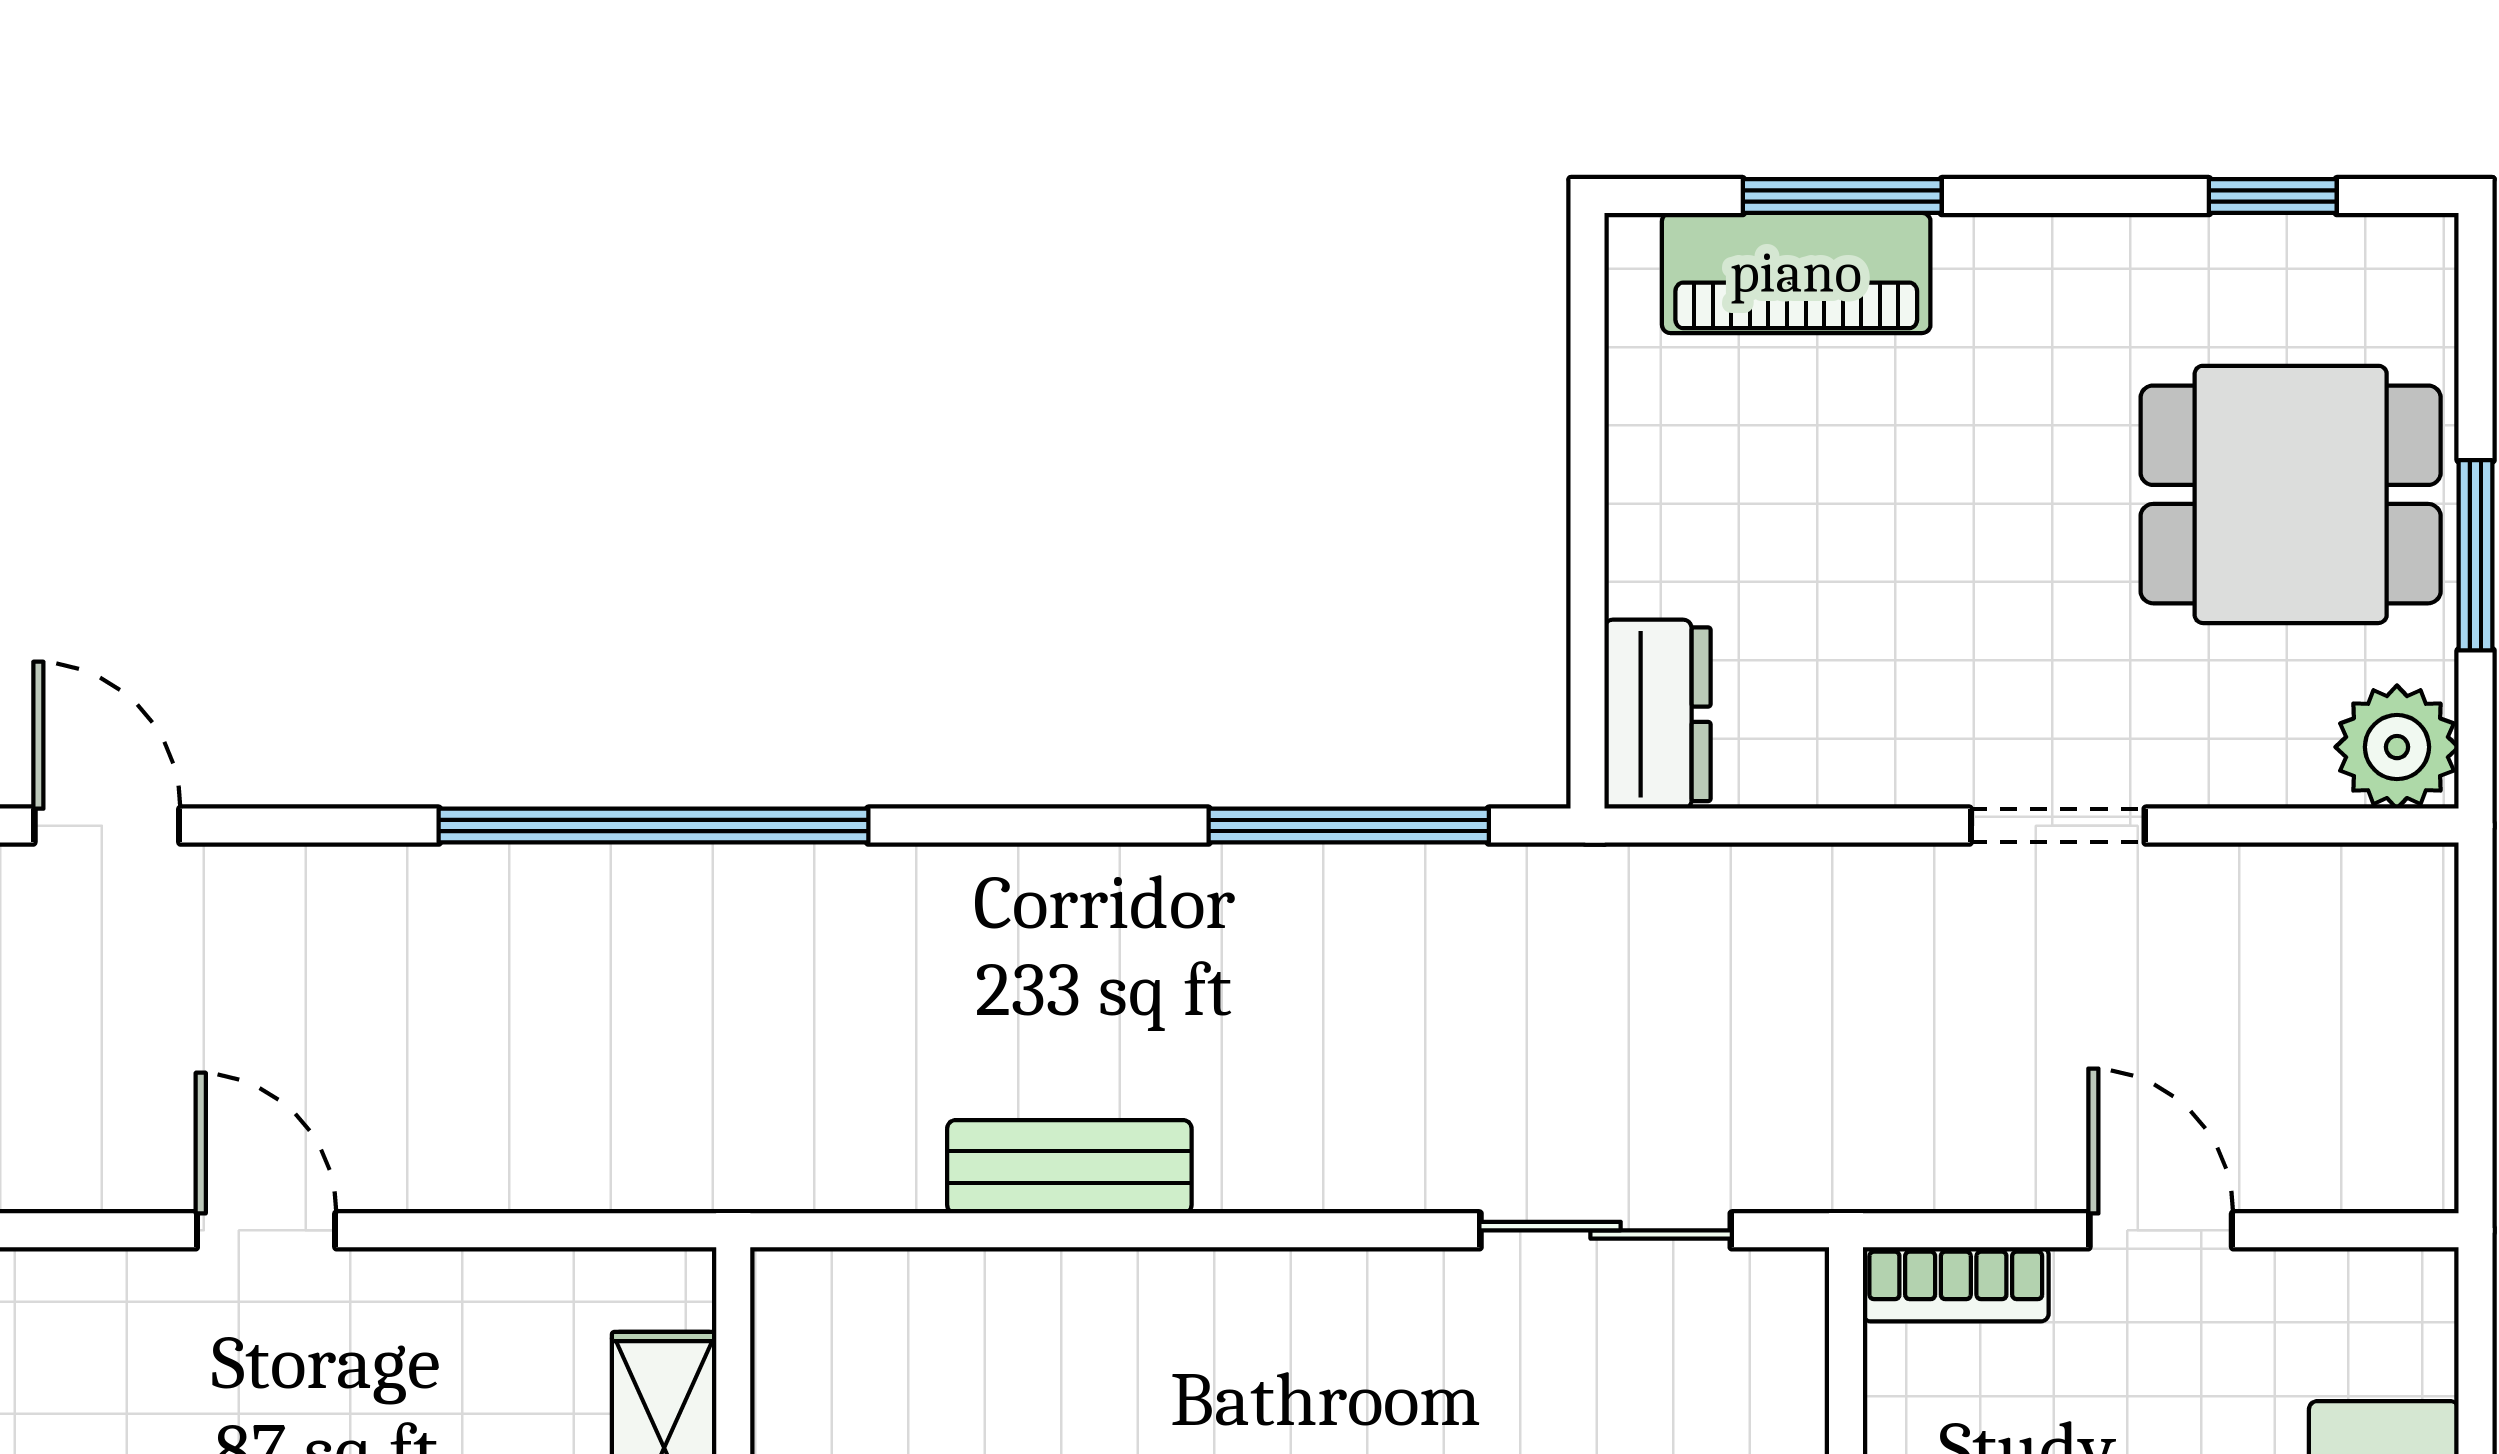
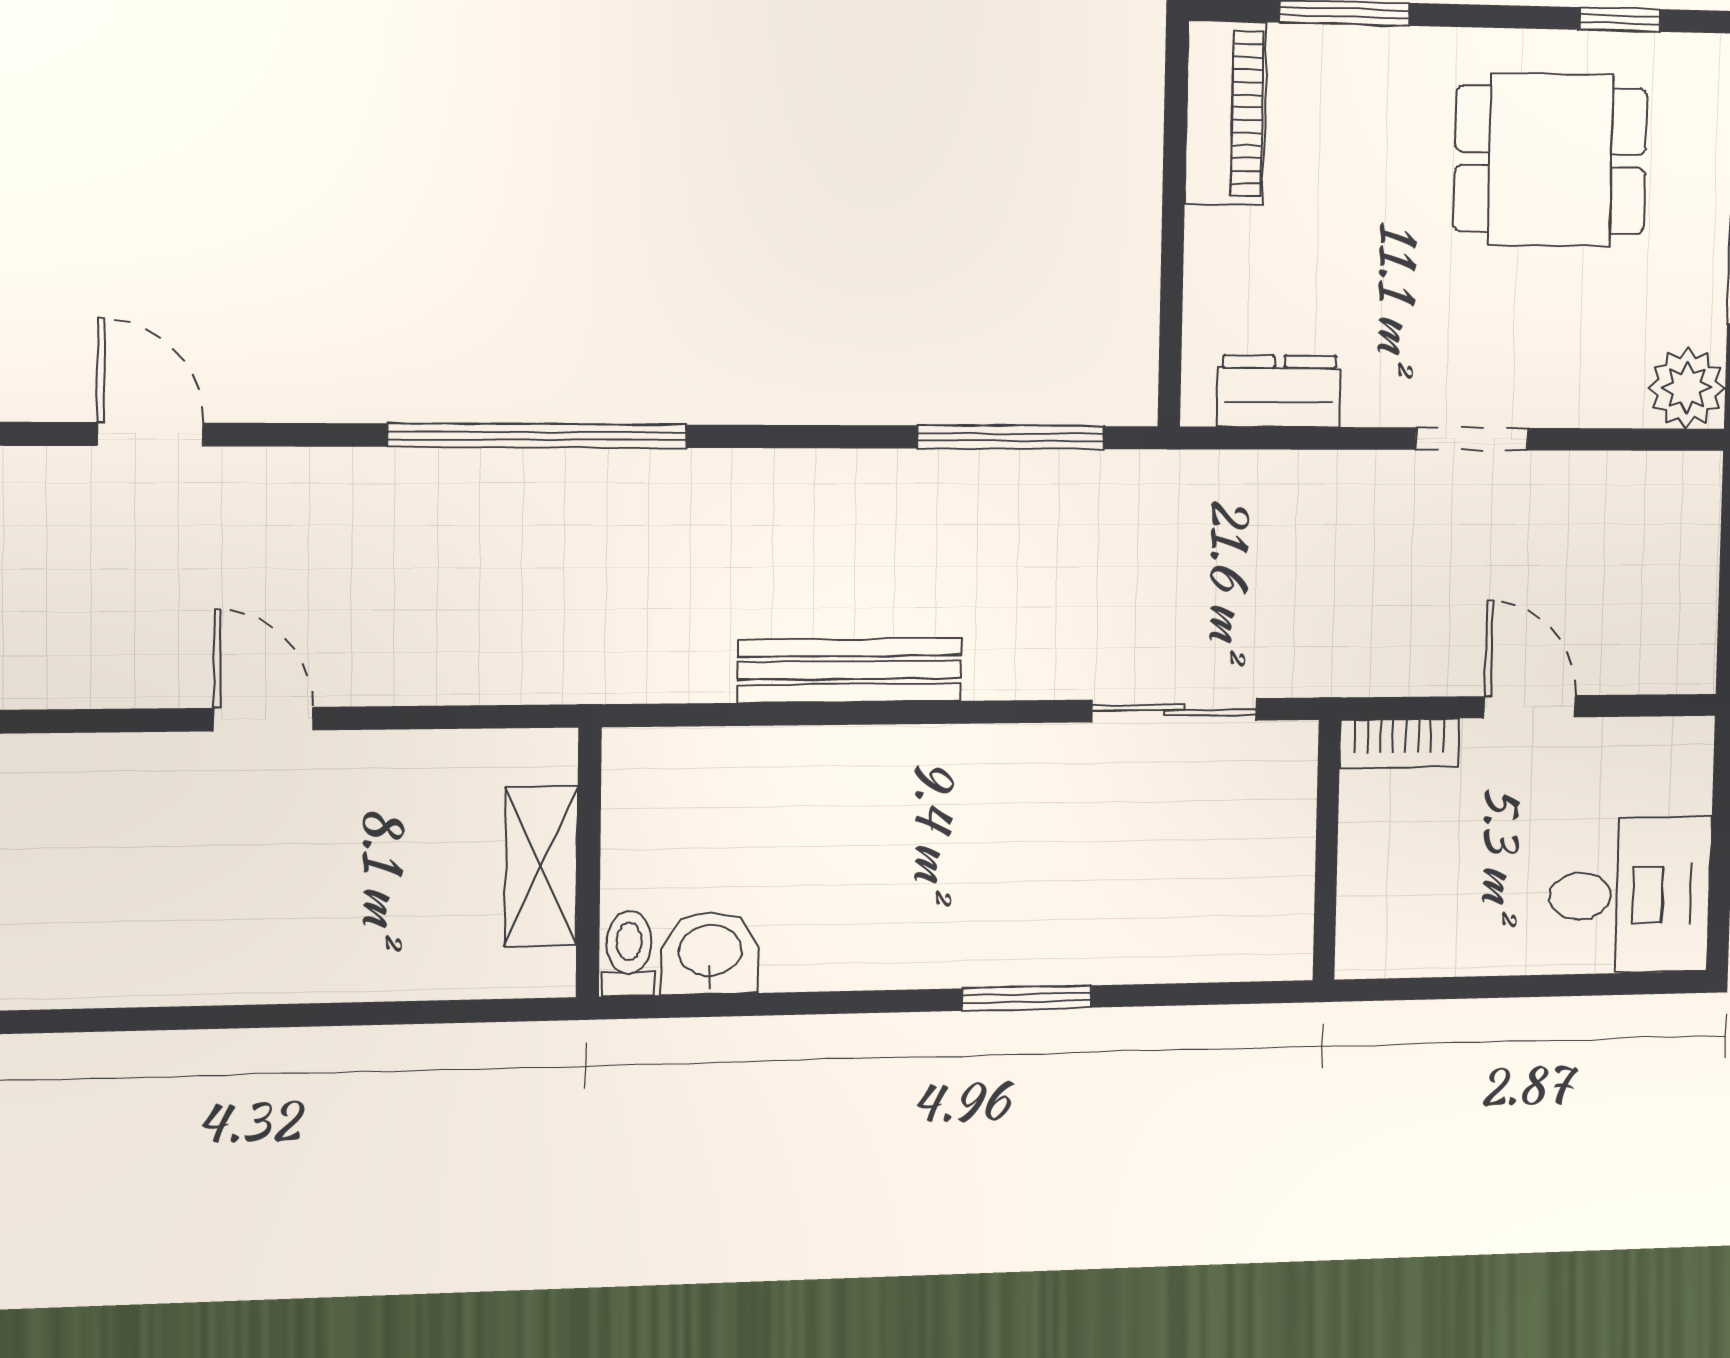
piano: (1796, 273) -> (1226, 113), moved, turned -90
dining table: (2291, 494) -> (1551, 160), moved
dresser: (1658, 714) -> (1279, 391), moved, turned -90
bench: (1069, 1167) -> (850, 670), width x1.36

